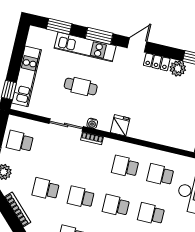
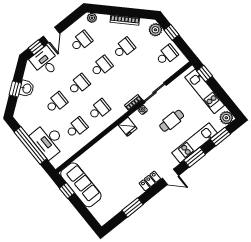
door: (137, 45) -> (170, 177), hinge flipped
plant: (178, 68) -> (226, 118), moved

